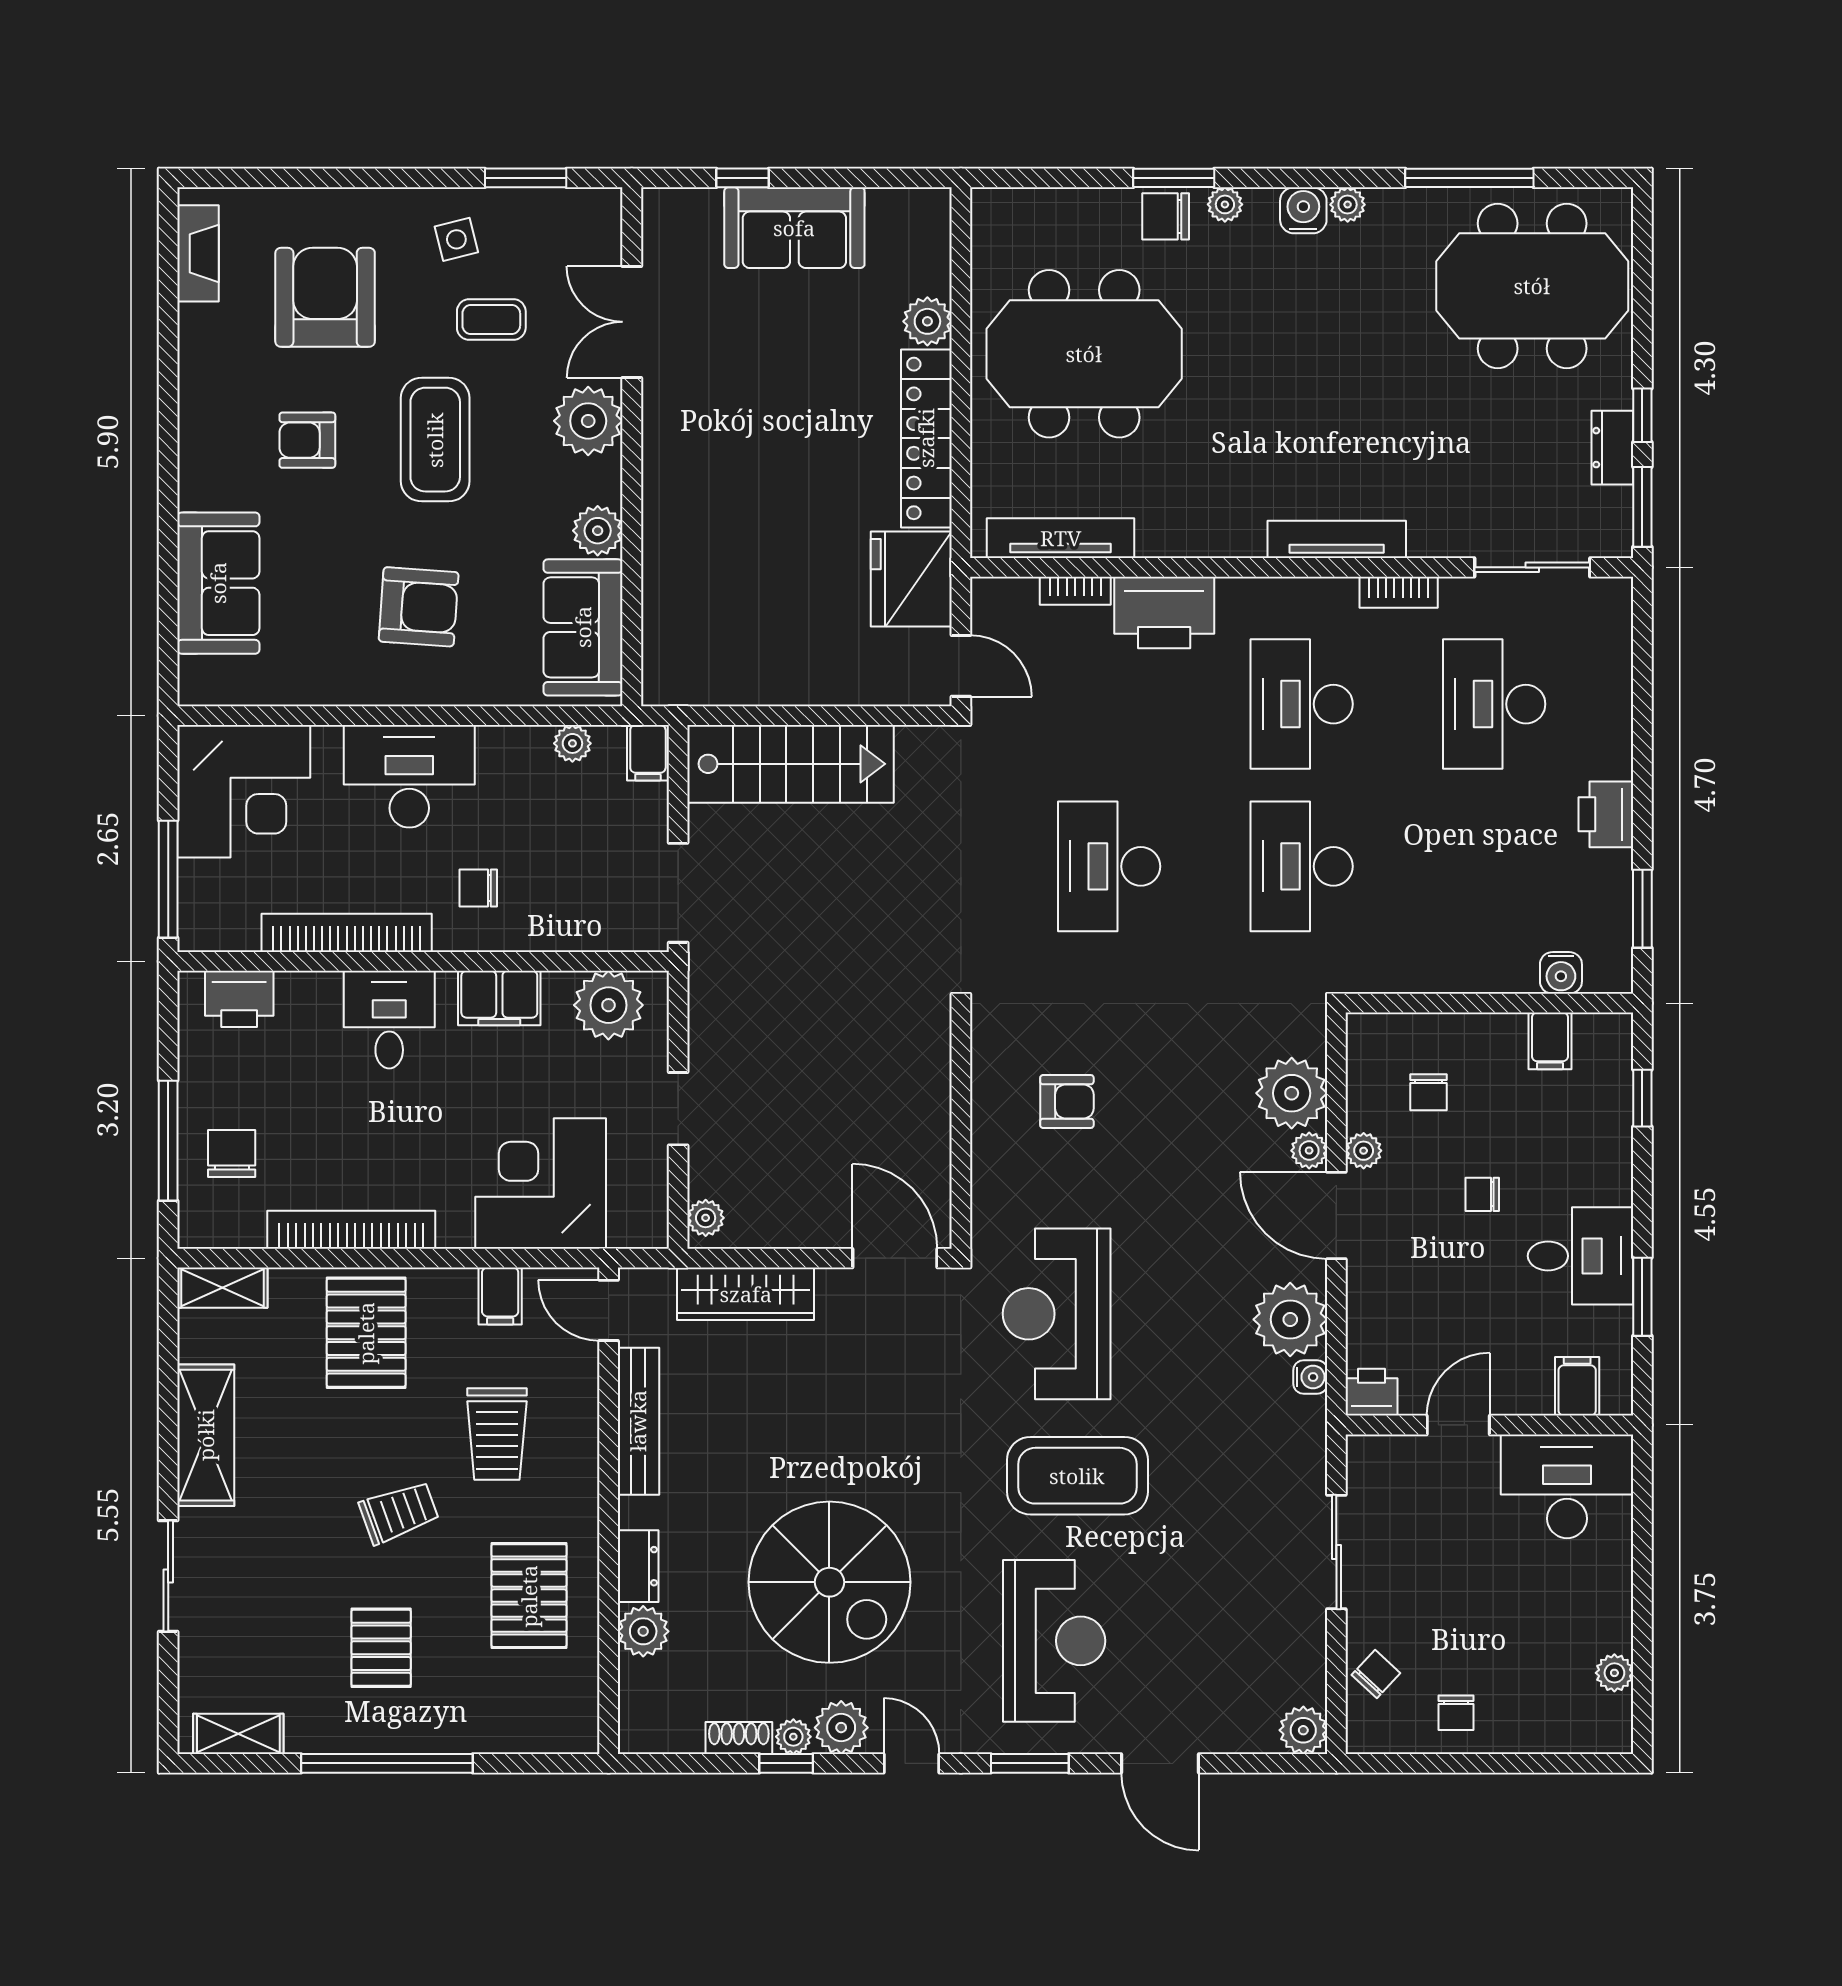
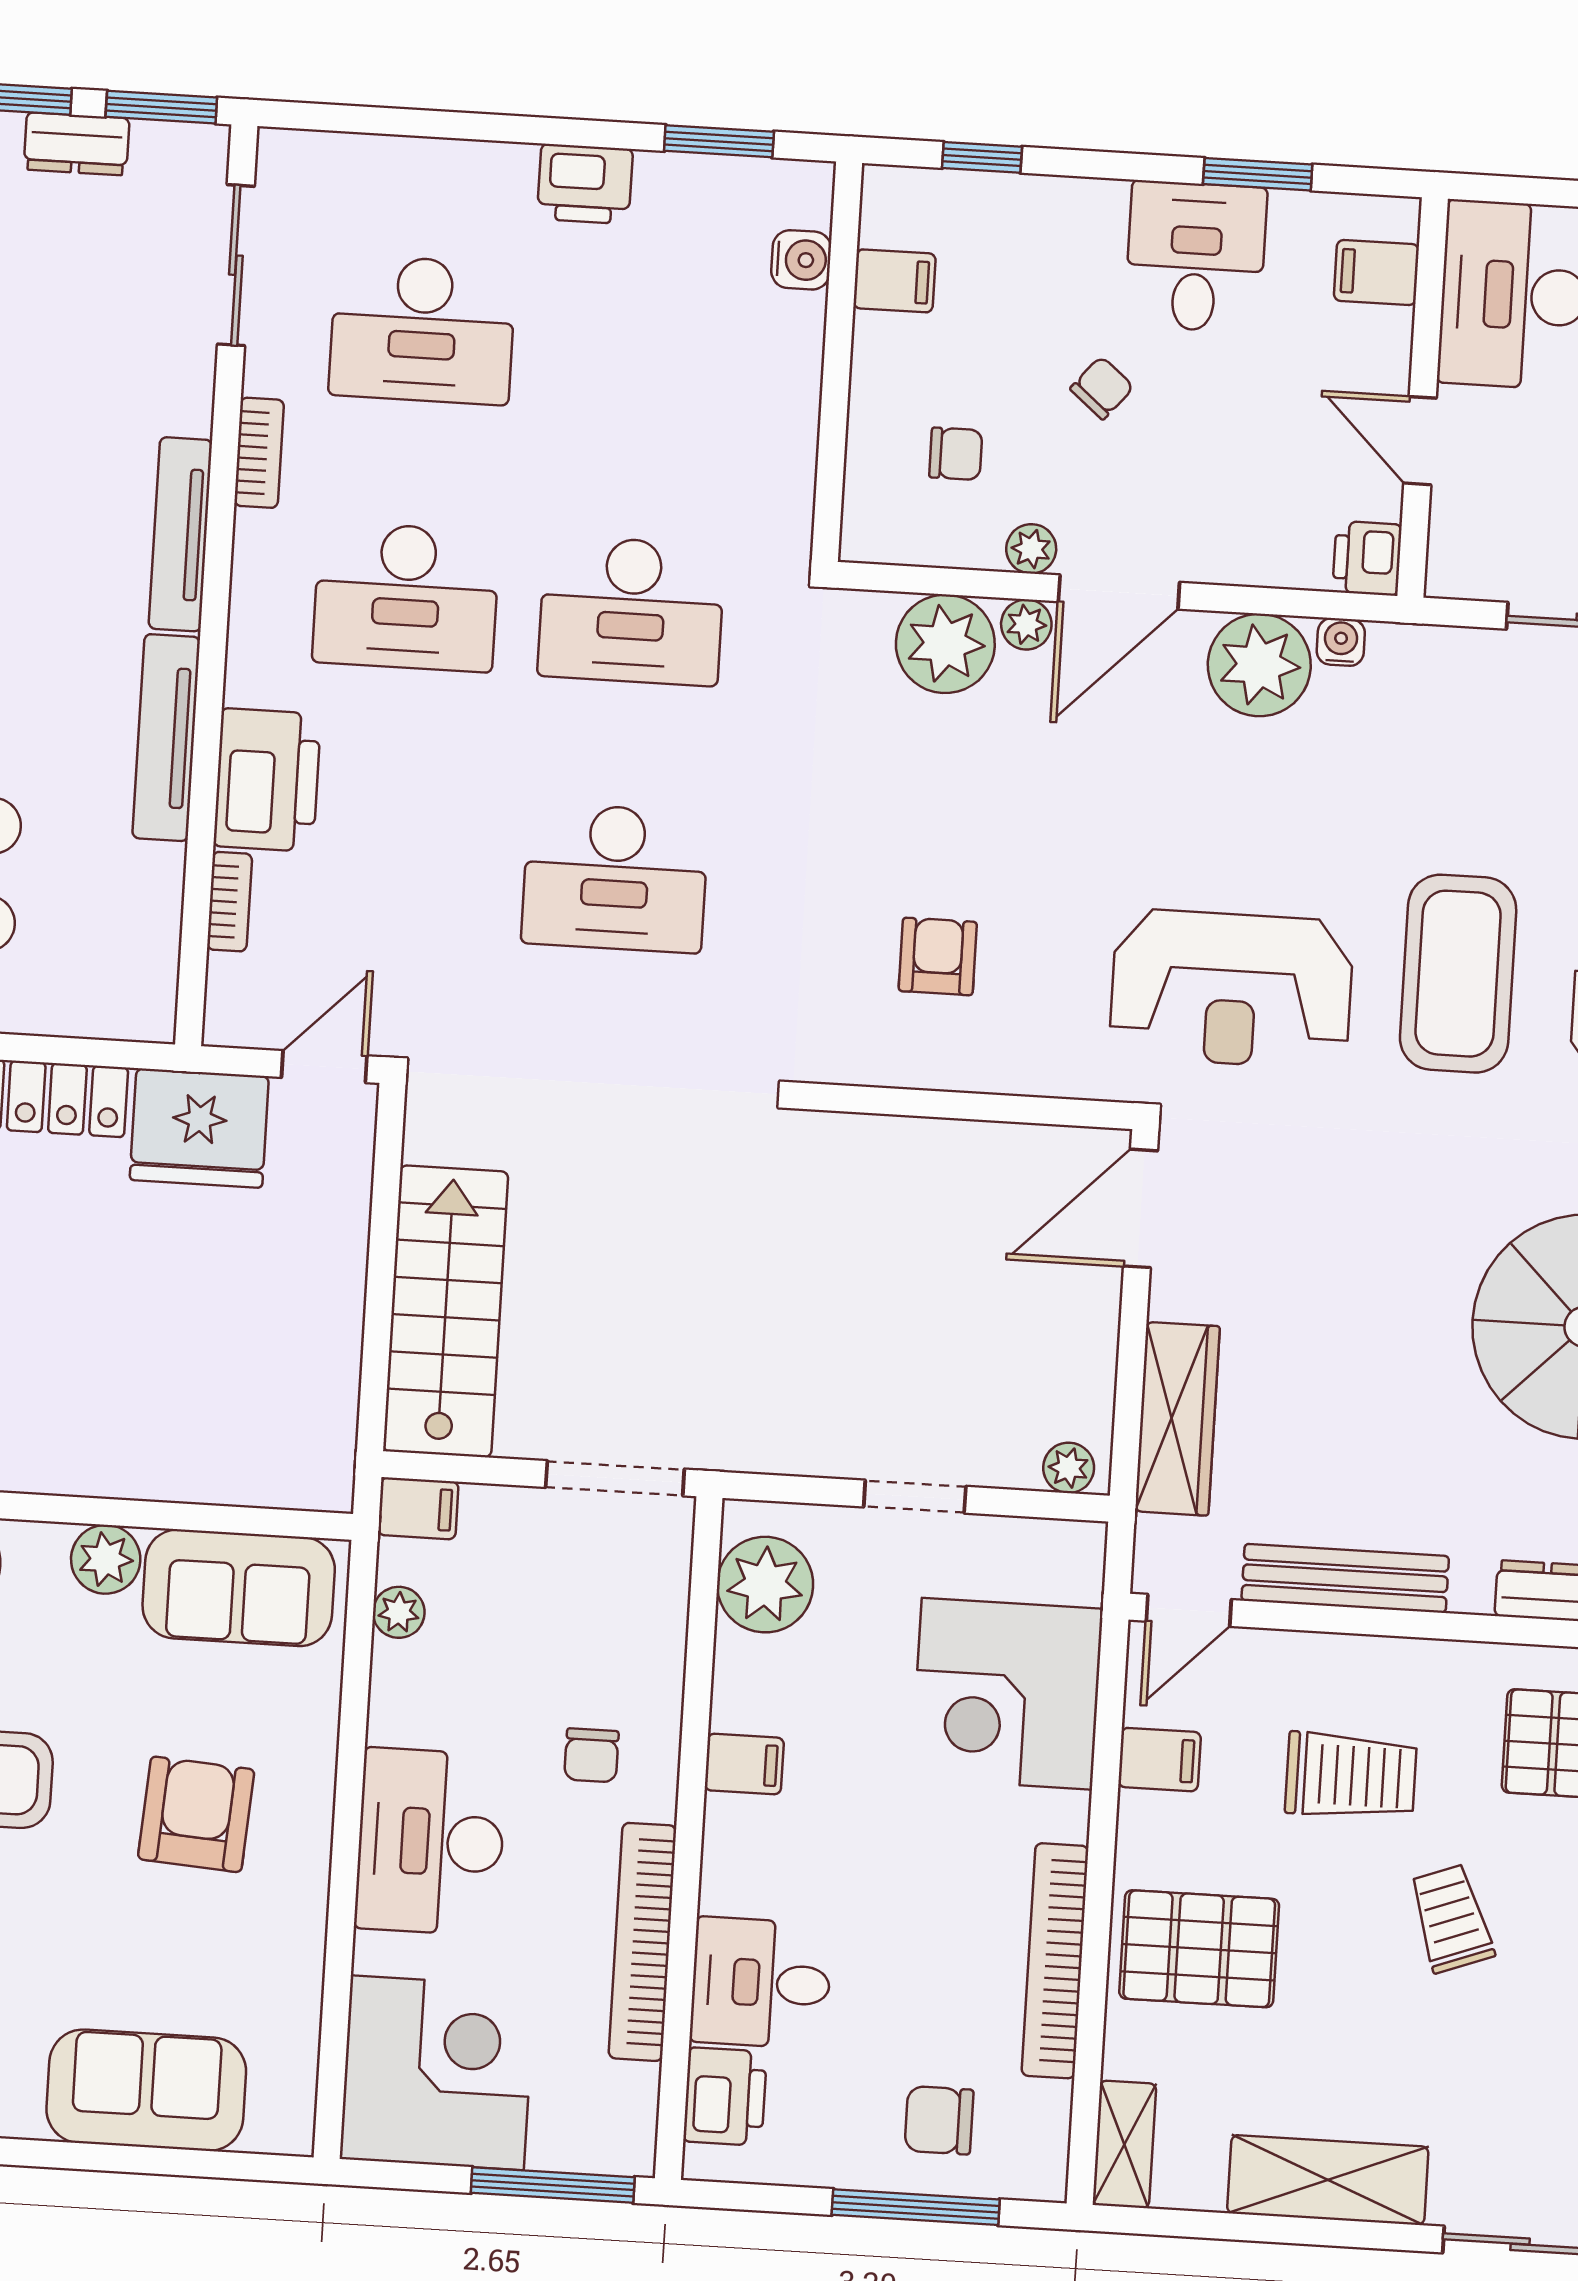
tv unit: (1061, 538) -> (166, 738), moved
filing cabinet: (499, 998) -> (744, 1764), width x0.50
desk: (389, 1020) -> (761, 1983), moved
chair: (1482, 1194) -> (1102, 388), turned -140

